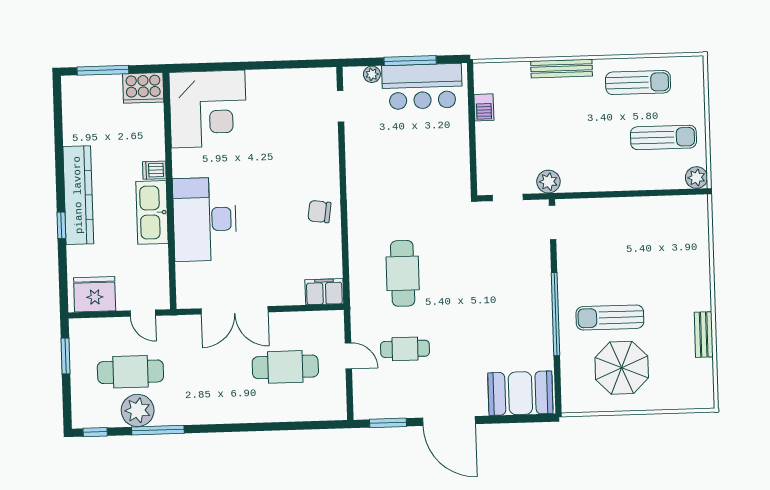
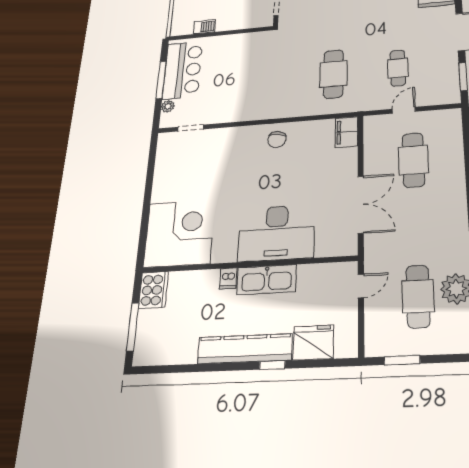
cafe table: (403, 273) -> (333, 74), turned 90
fridge: (95, 294) -> (313, 342), moved, turned 90

